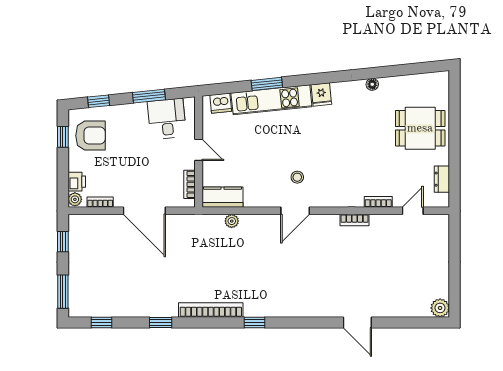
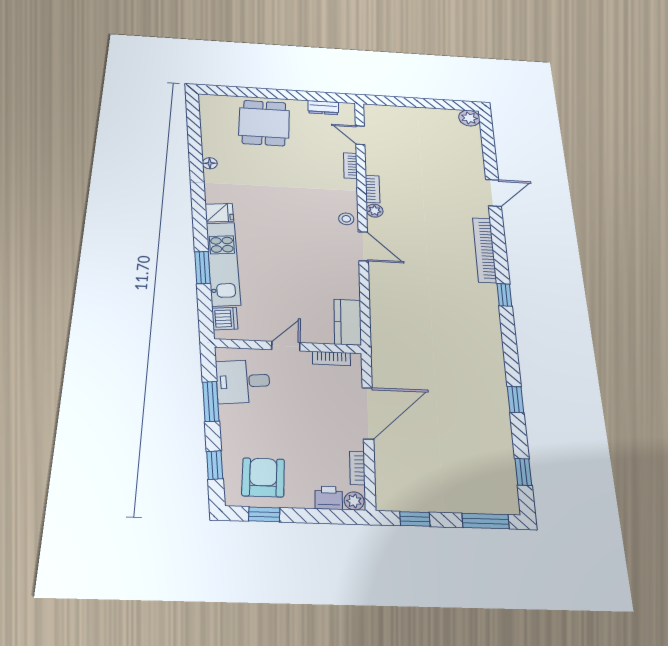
stool: (297, 177) -> (346, 219), moved
plant: (232, 221) -> (375, 211), moved
bookcase: (211, 310) -> (485, 250), moved

